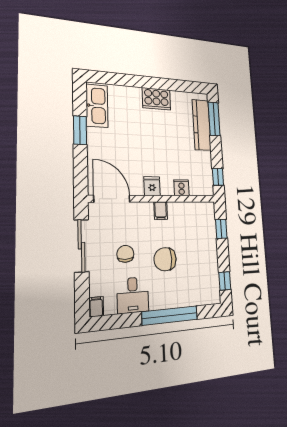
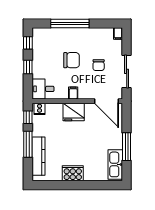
window: (214, 119) -> (28, 144), moved
window: (80, 130) -> (127, 147), width x1.44
fridge: (152, 186) -> (74, 112), width x1.88, depth x1.34
cooker: (182, 188) -> (40, 109), moved
window: (221, 229) -> (28, 67), moved
desk: (133, 295) -> (43, 89), moved, turned -90

